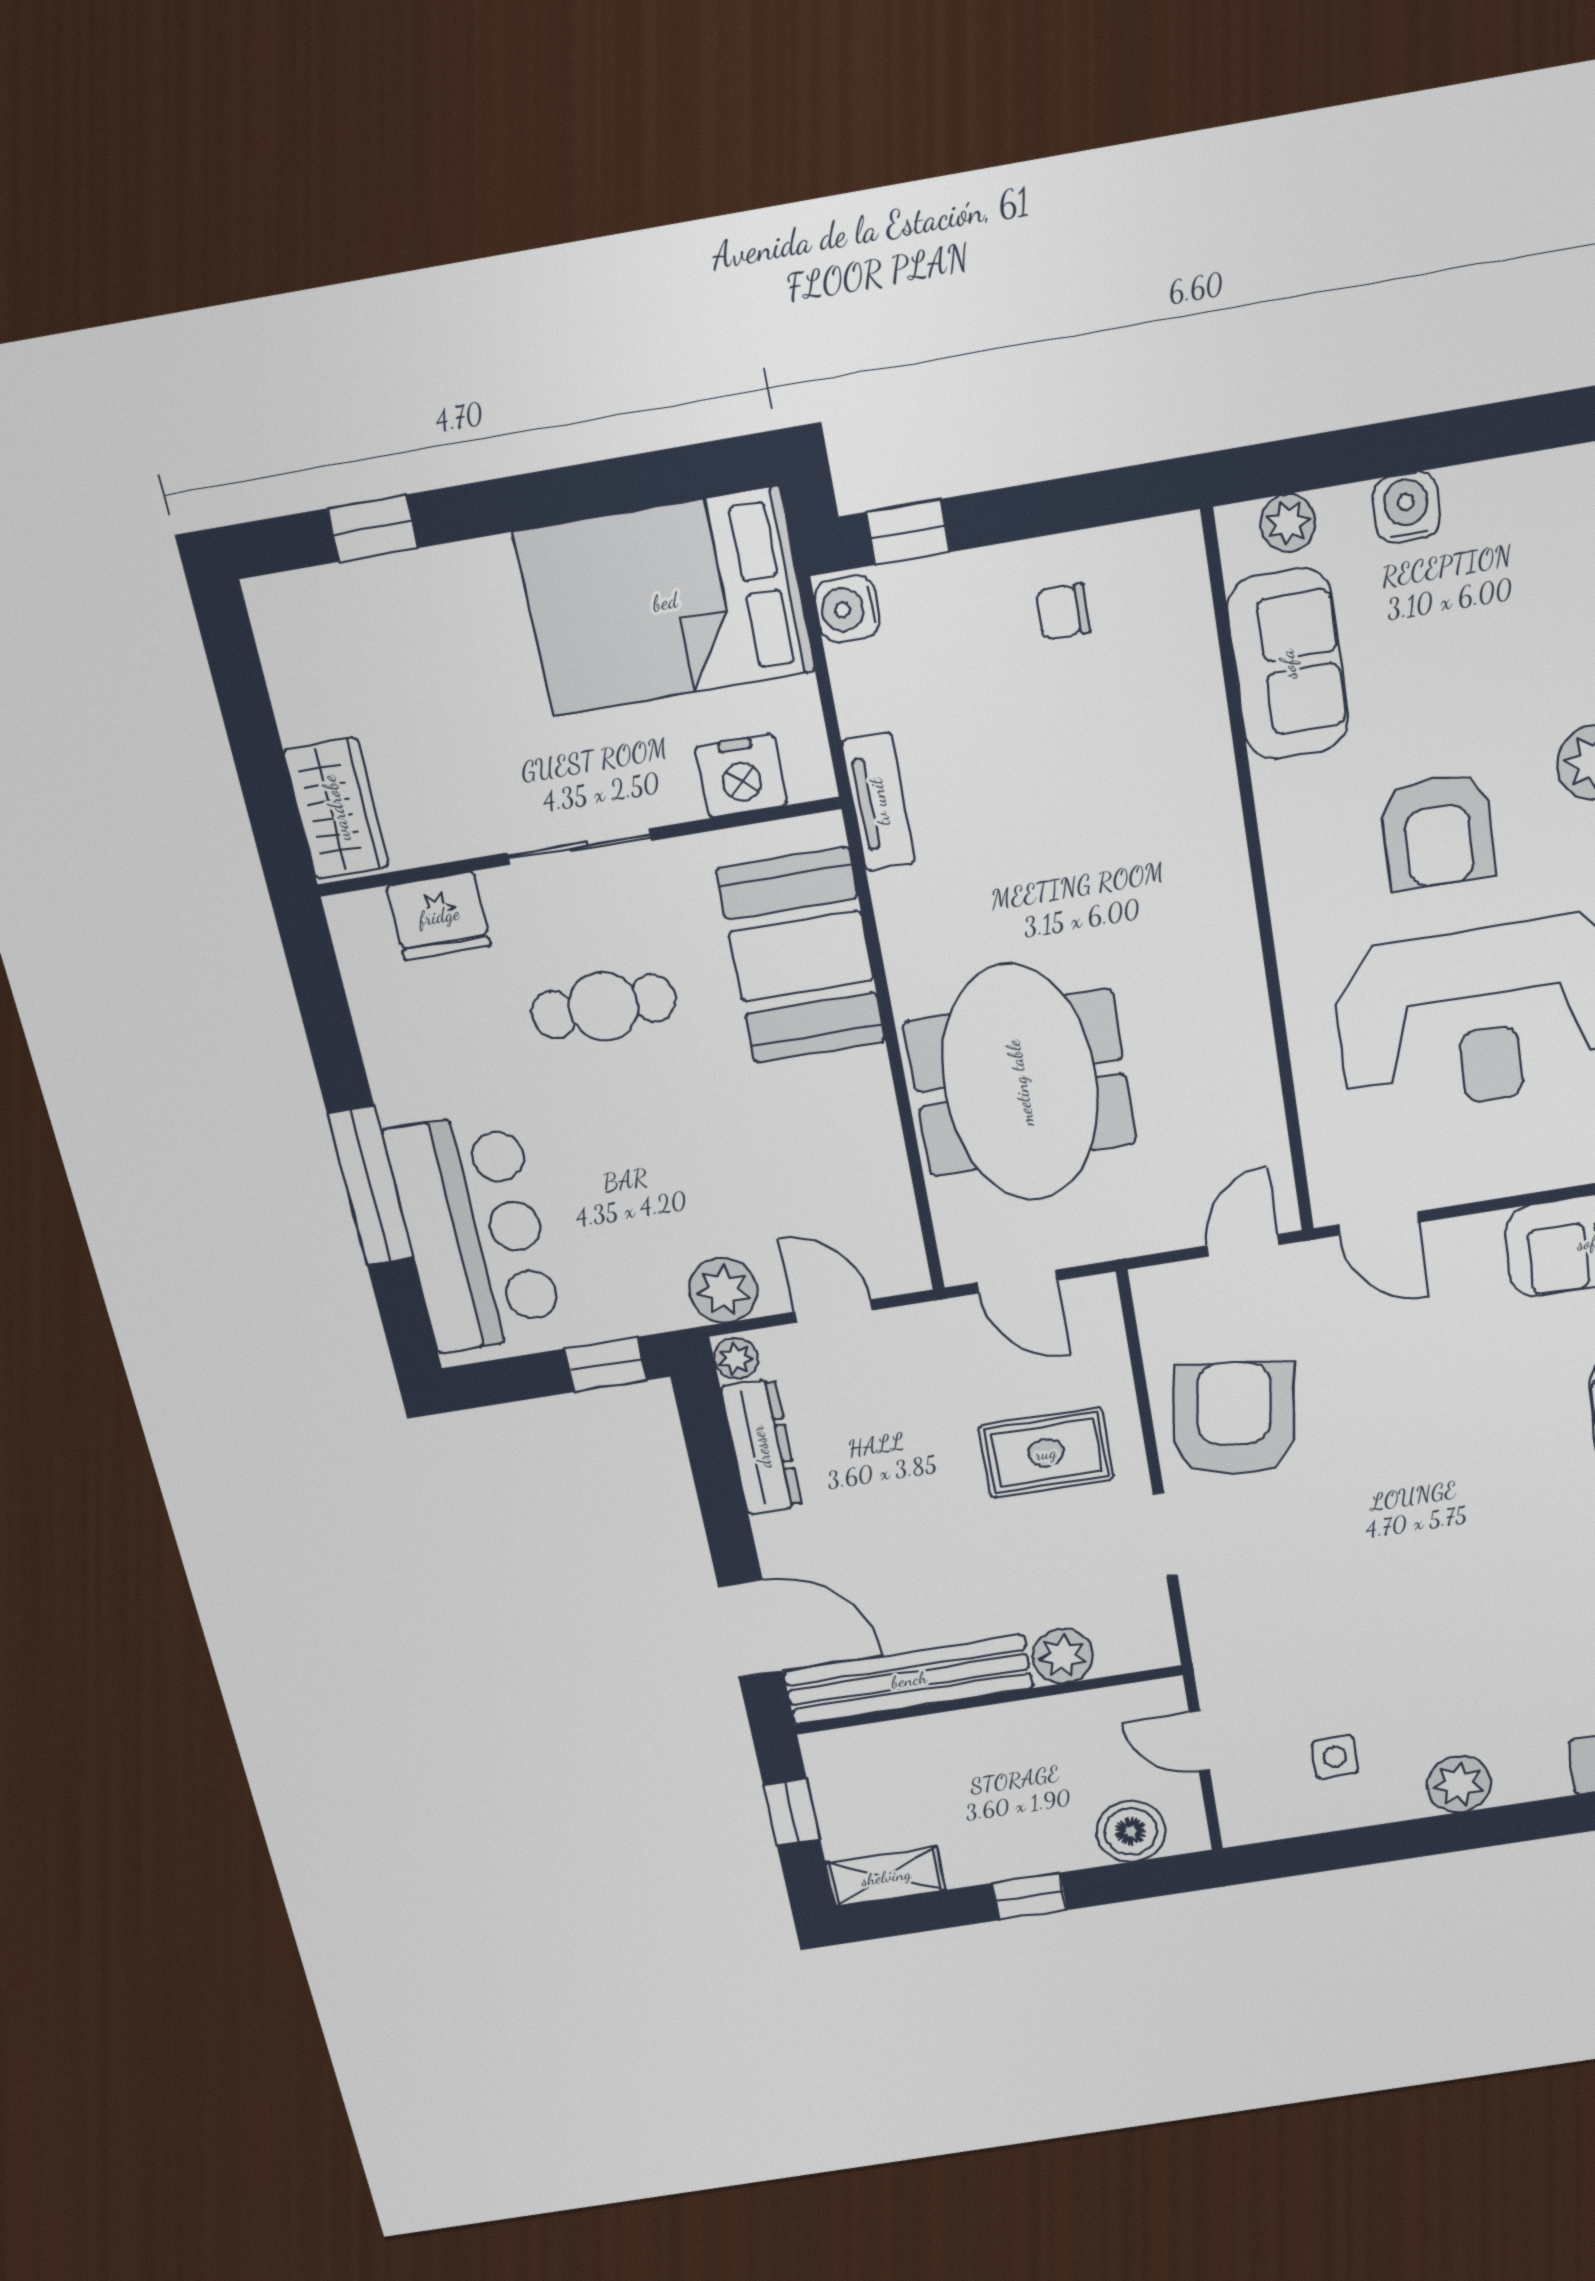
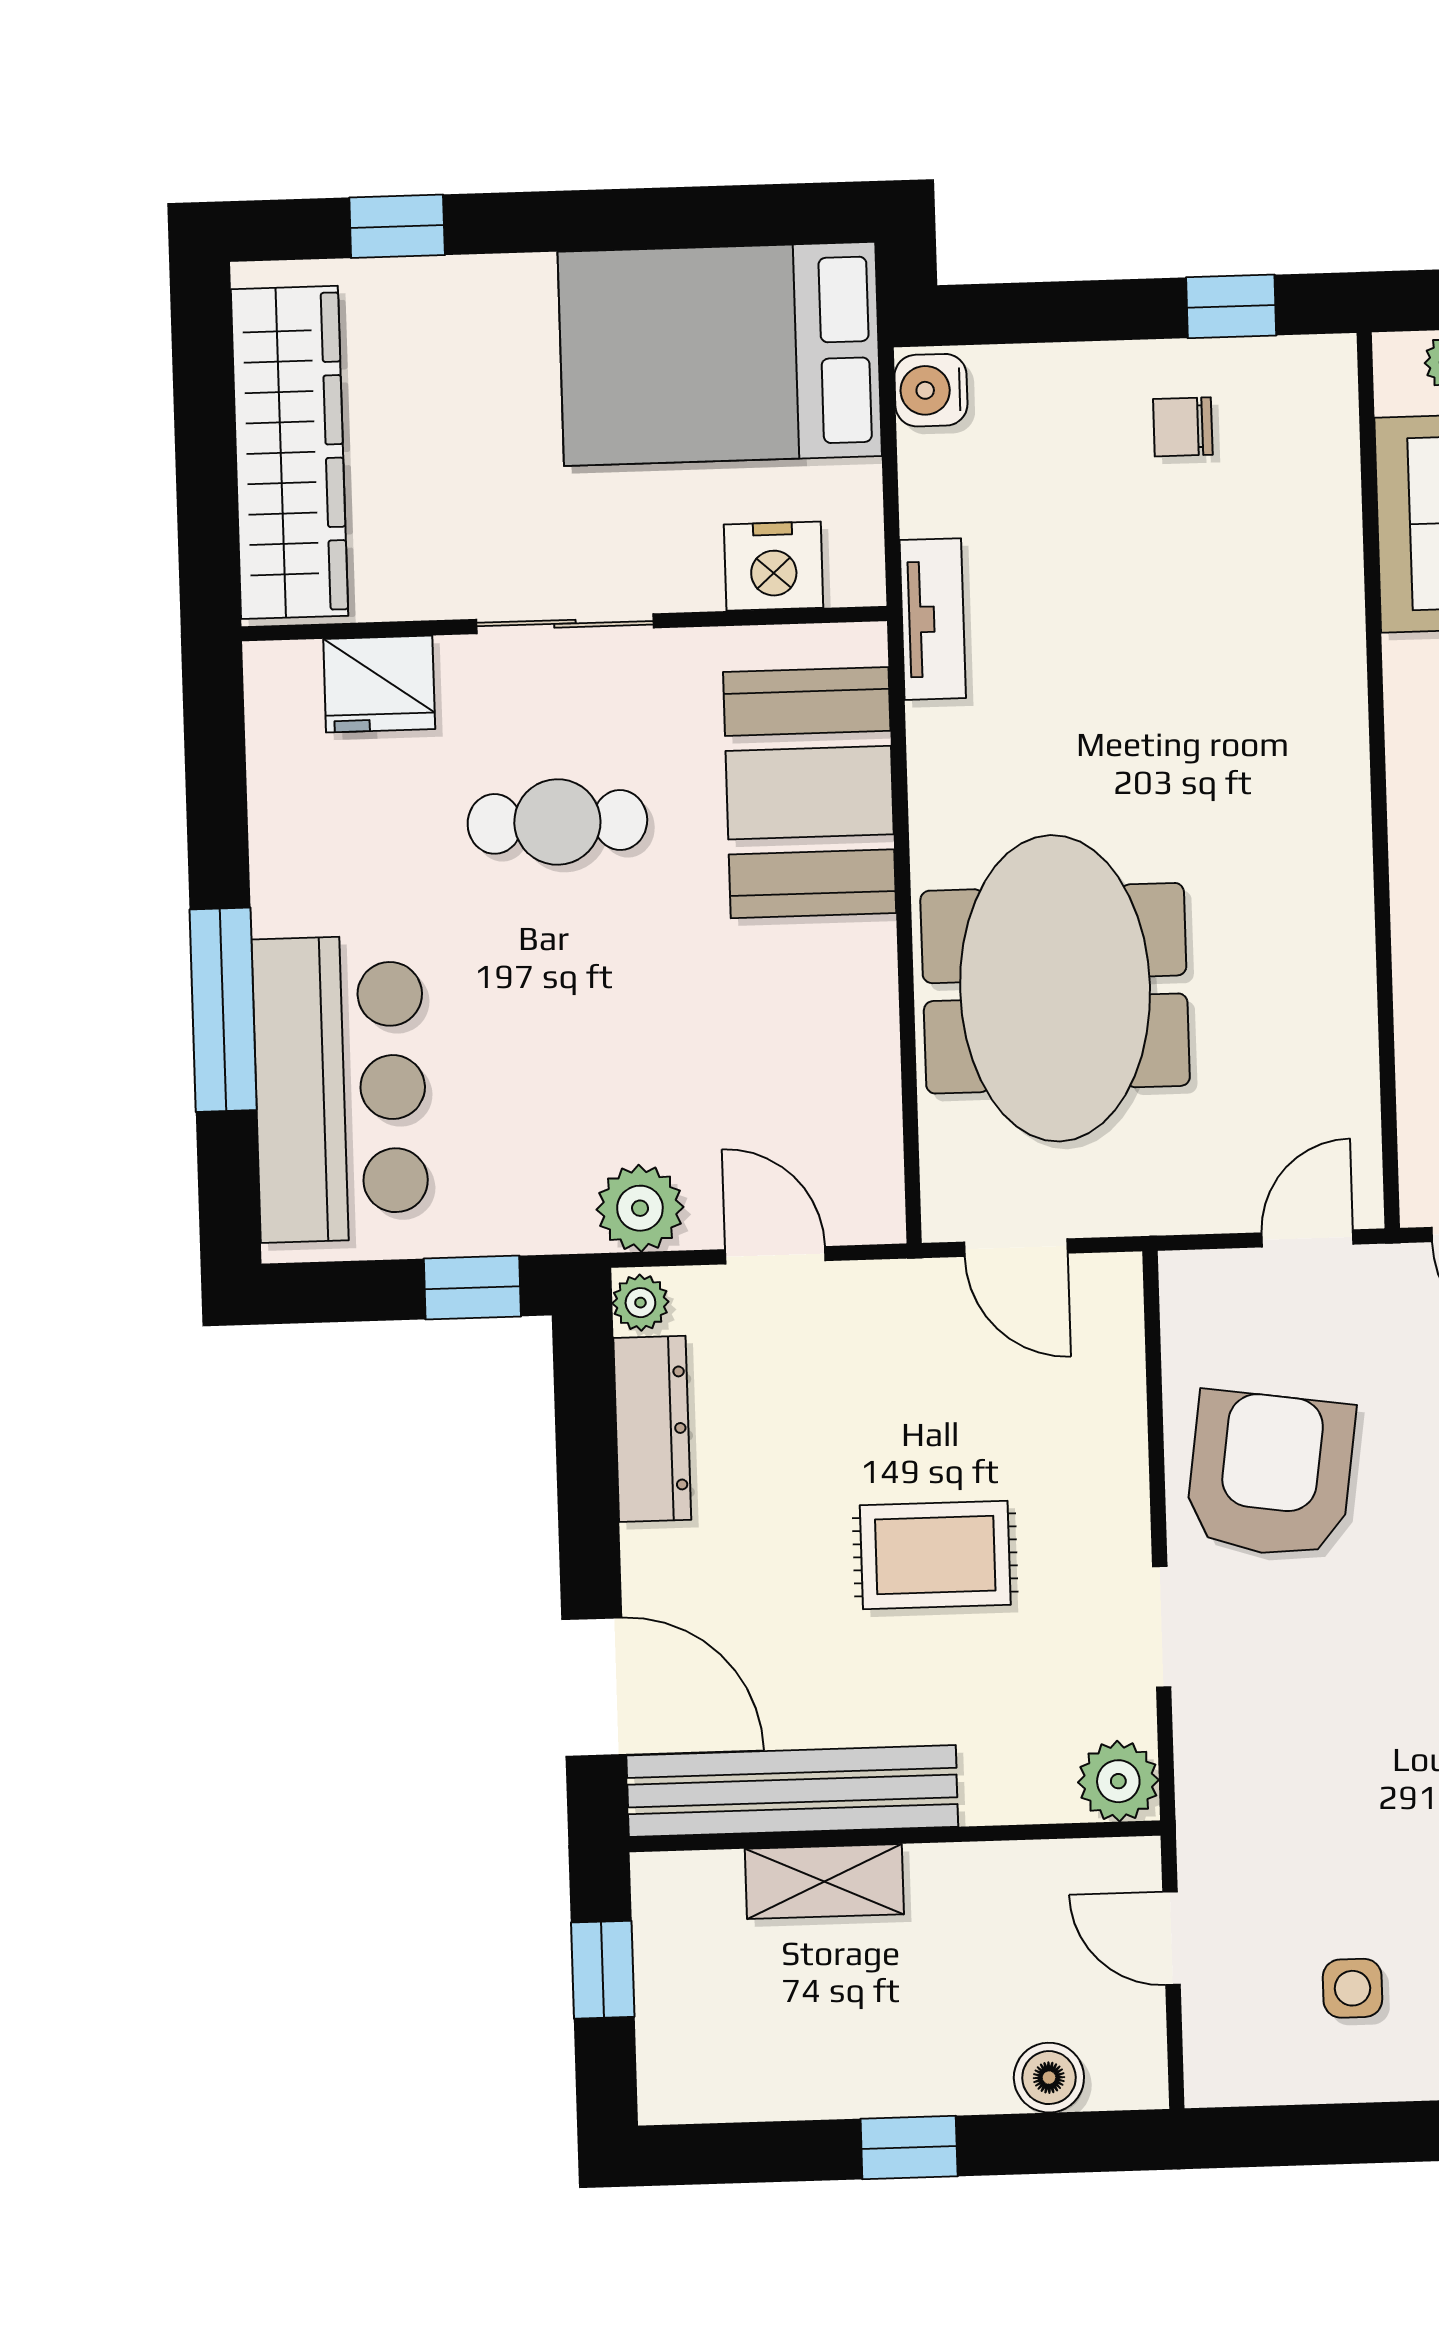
window: (908, 532) -> (1231, 306), moved
wardrobe: (336, 808) -> (289, 452), width x2.10, depth x1.17
rug: (1046, 1453) -> (935, 1555), moved
plant: (1063, 1656) -> (1118, 1781), moved
boiler: (1131, 1831) -> (1049, 2078), width x0.73, depth x0.73
shelving: (886, 1877) -> (824, 1881), moved

